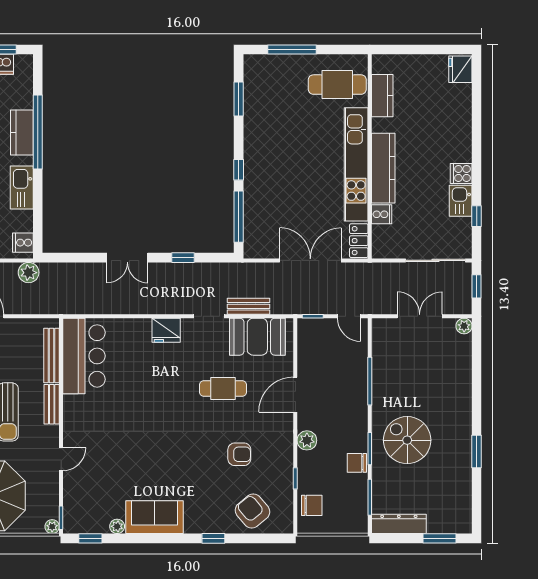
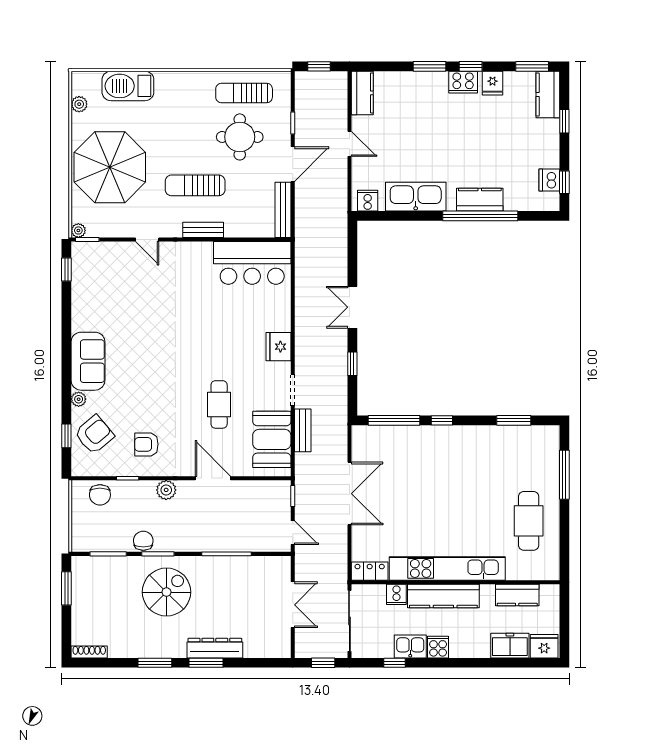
kitchen counter: (382, 96) -> (517, 595), moved
freezer: (460, 103) -> (510, 646), added
wall: (370, 156) -> (456, 582), moved
kitchen unit: (356, 164) -> (447, 568), moved
kitchen counter: (383, 168) -> (443, 596), moved
kitchen sink: (22, 188) -> (416, 197), width x1.36, depth x1.24
cooker: (382, 214) -> (396, 594), moved
locker: (359, 241) -> (370, 571), moved
plant: (29, 273) -> (337, 206), removed
door: (349, 316) -> (293, 533), swing flipped
plant: (464, 326) -> (283, 650), removed
bench: (52, 355) -> (283, 210), moved, turned 90
window: (477, 401) -> (206, 663), added
armchair: (239, 454) -> (146, 444), moved, turned 90
shoe rack: (466, 516) -> (89, 652), added
sofa: (154, 517) -> (88, 361), moved
dresser: (399, 524) -> (215, 648), moved, turned -90
plant: (117, 526) -> (79, 399), moved
window: (213, 538) -> (66, 436), moved
window: (440, 538) -> (66, 588), moved

